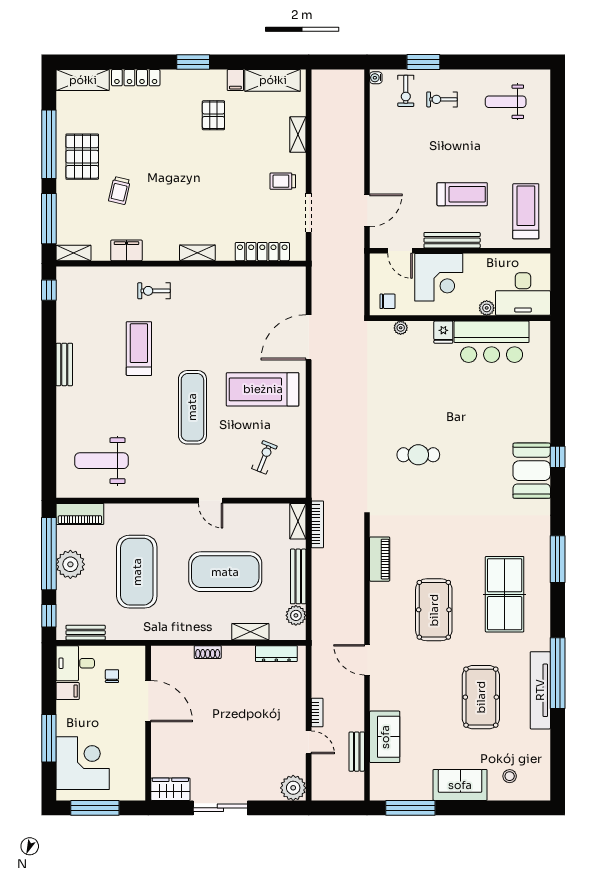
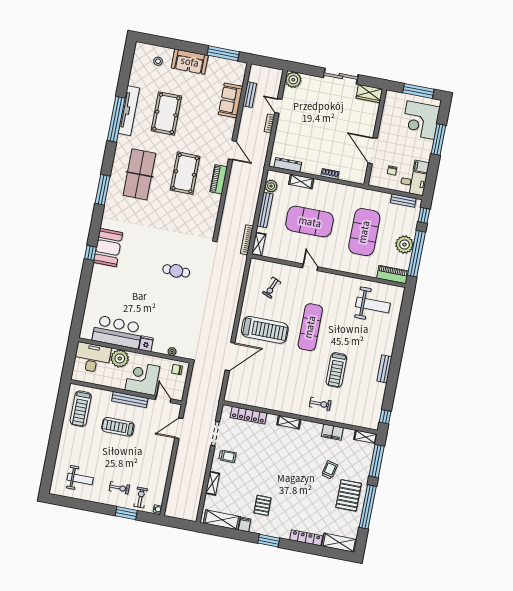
plant: (487, 308) -> (120, 358), width x1.87, depth x1.87
piano: (380, 559) -> (219, 179), moved

